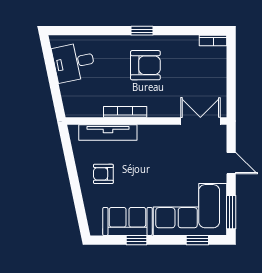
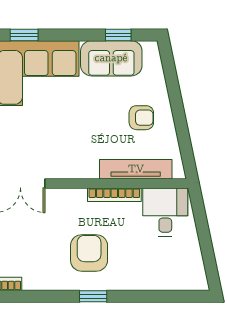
desk: (74, 62) -> (165, 212), moved, turned -78
armchair: (145, 65) -> (89, 253), turned 90
window: (136, 240) -> (118, 35), moved

